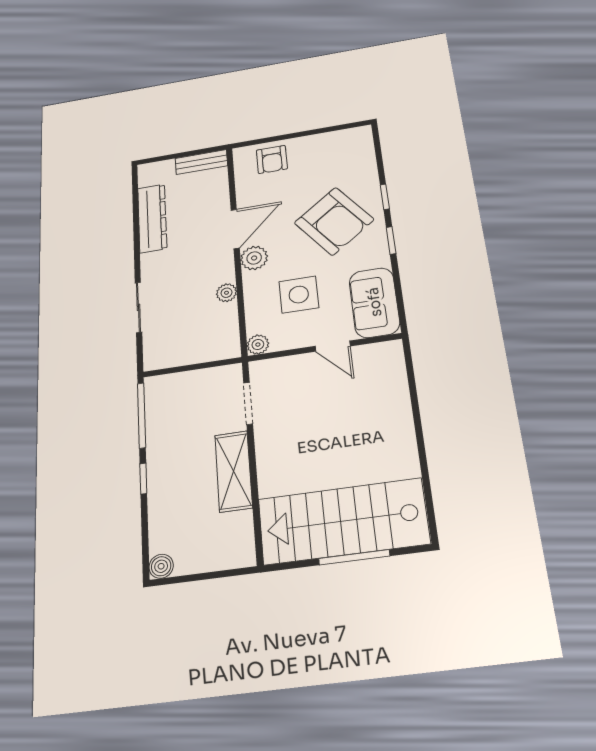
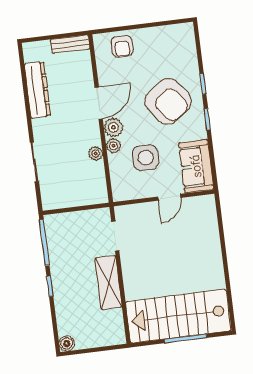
plant: (258, 345) -> (113, 146), moved
door: (333, 346) -> (169, 197), hinge flipped

